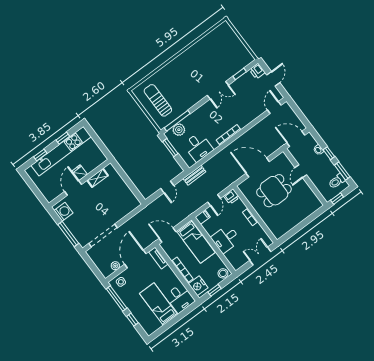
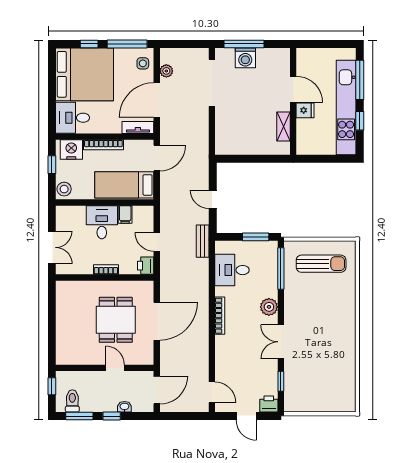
plant: (179, 130) -> (269, 307), moved
window: (40, 155) -> (360, 80), width x2.17
washing machine: (64, 212) -> (245, 58), moved
filing cabinet: (203, 217) -> (125, 214), moved
door: (135, 259) -> (157, 100), swing flipped
bed: (159, 304) -> (85, 74), width x2.04

